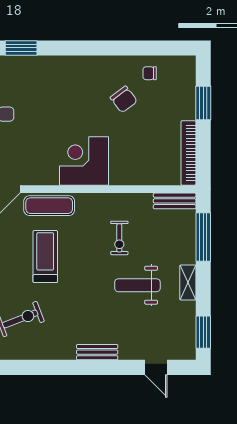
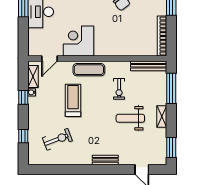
corner desk: (84, 161) -> (79, 41), moved
bench: (175, 201) -> (149, 66), width x1.36
exercise mat: (49, 206) -> (89, 70), moved

